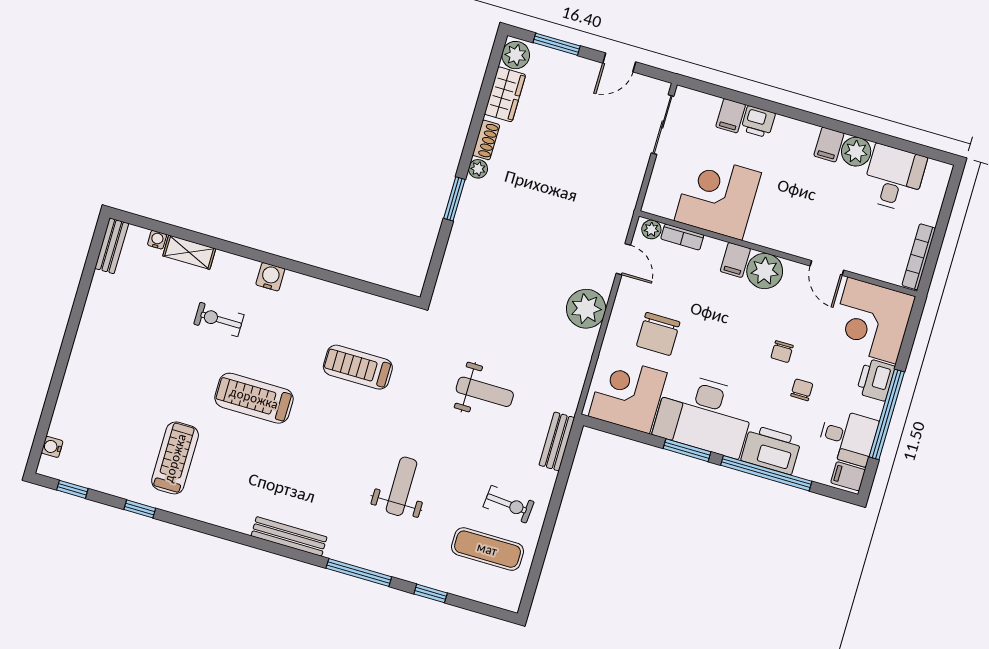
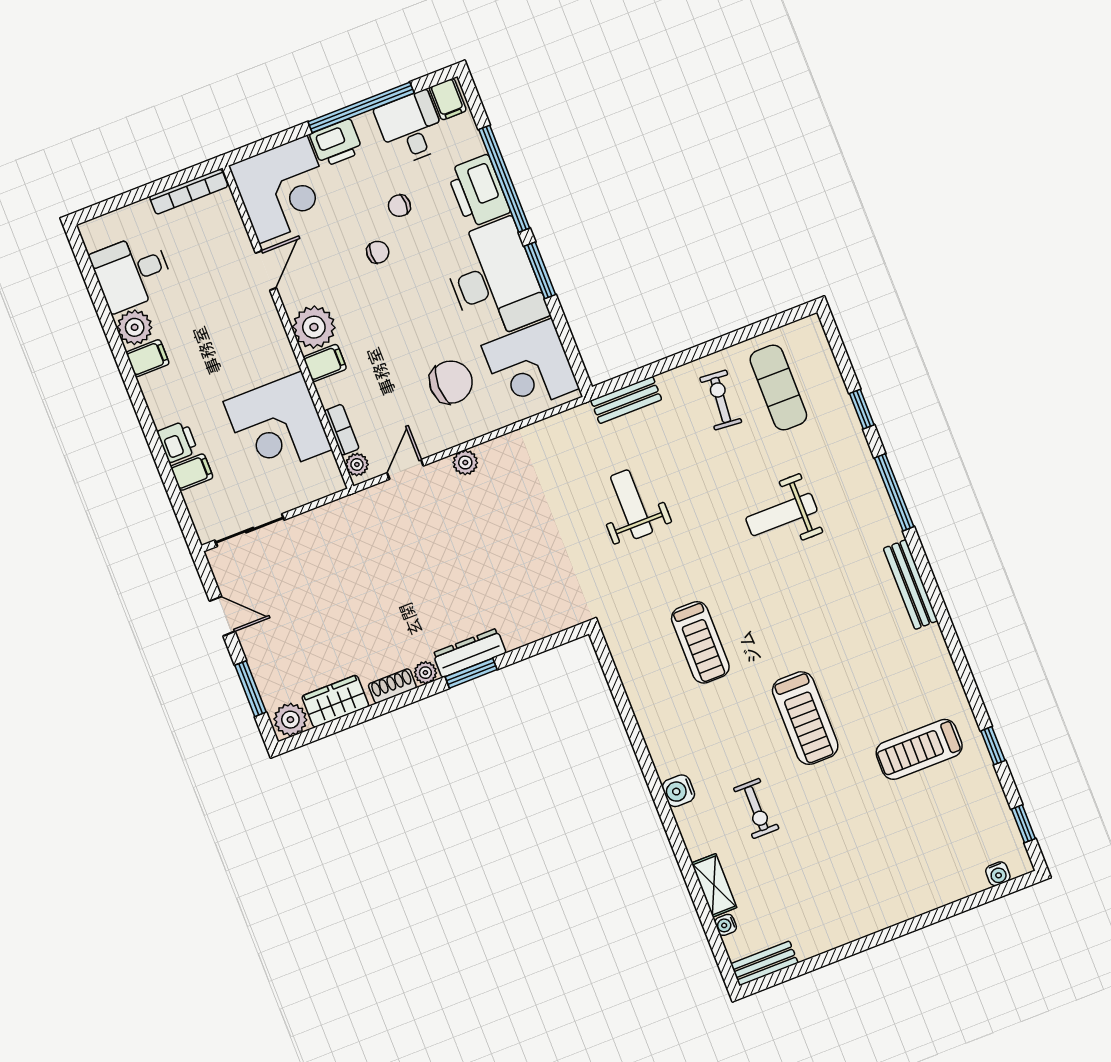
dresser: (469, 208) -> (469, 653), added
plant: (586, 309) -> (465, 463), width x0.53, depth x0.53

